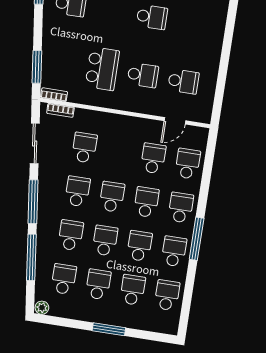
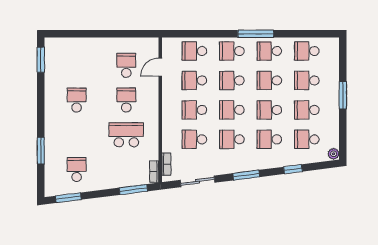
door: (175, 121) -> (160, 67), swing flipped
school desk: (119, 153) -> (194, 110), added
window: (33, 202) -> (246, 175), width x0.69
window: (31, 257) -> (293, 169), width x0.46

